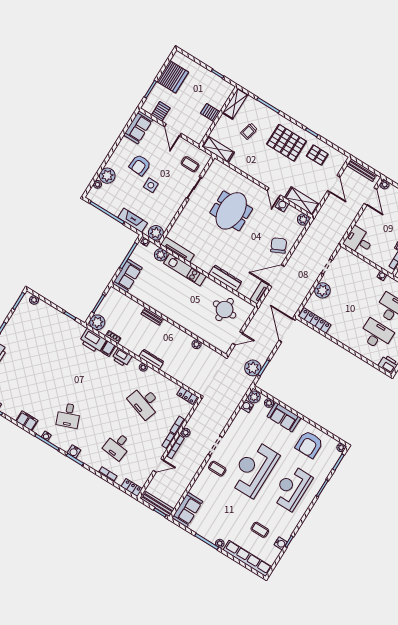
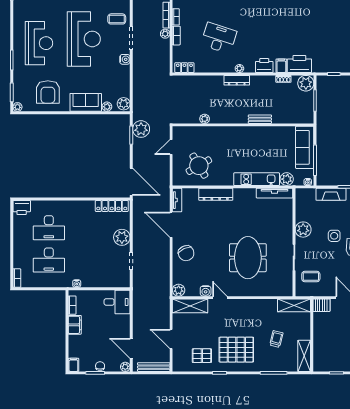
server rack: (210, 113) -> (321, 305), moved
plant: (156, 233) -> (303, 230), moved
sofa: (127, 276) -> (305, 147), width x1.36
door: (277, 276) -> (171, 225), swing flipped
round table: (225, 309) -> (199, 166), turned -33
water cooler: (247, 406) -> (125, 59), moved
armchair: (309, 444) -> (48, 92), turned 180

